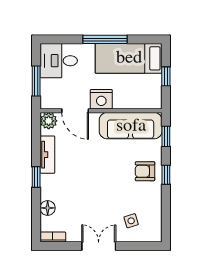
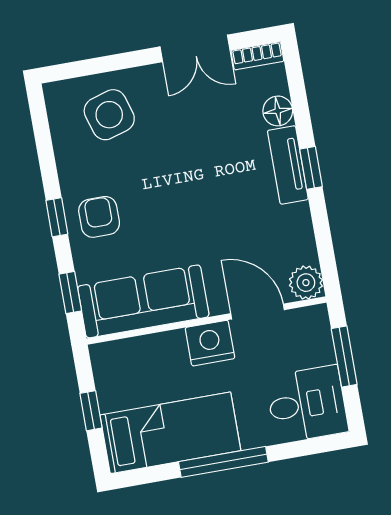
tv unit: (47, 155) -> (288, 165), moved
armchair: (145, 171) -> (99, 217), turned -90
side table: (131, 221) -> (109, 115), width x1.87, depth x1.87
double door: (99, 246) -> (195, 48), moved

